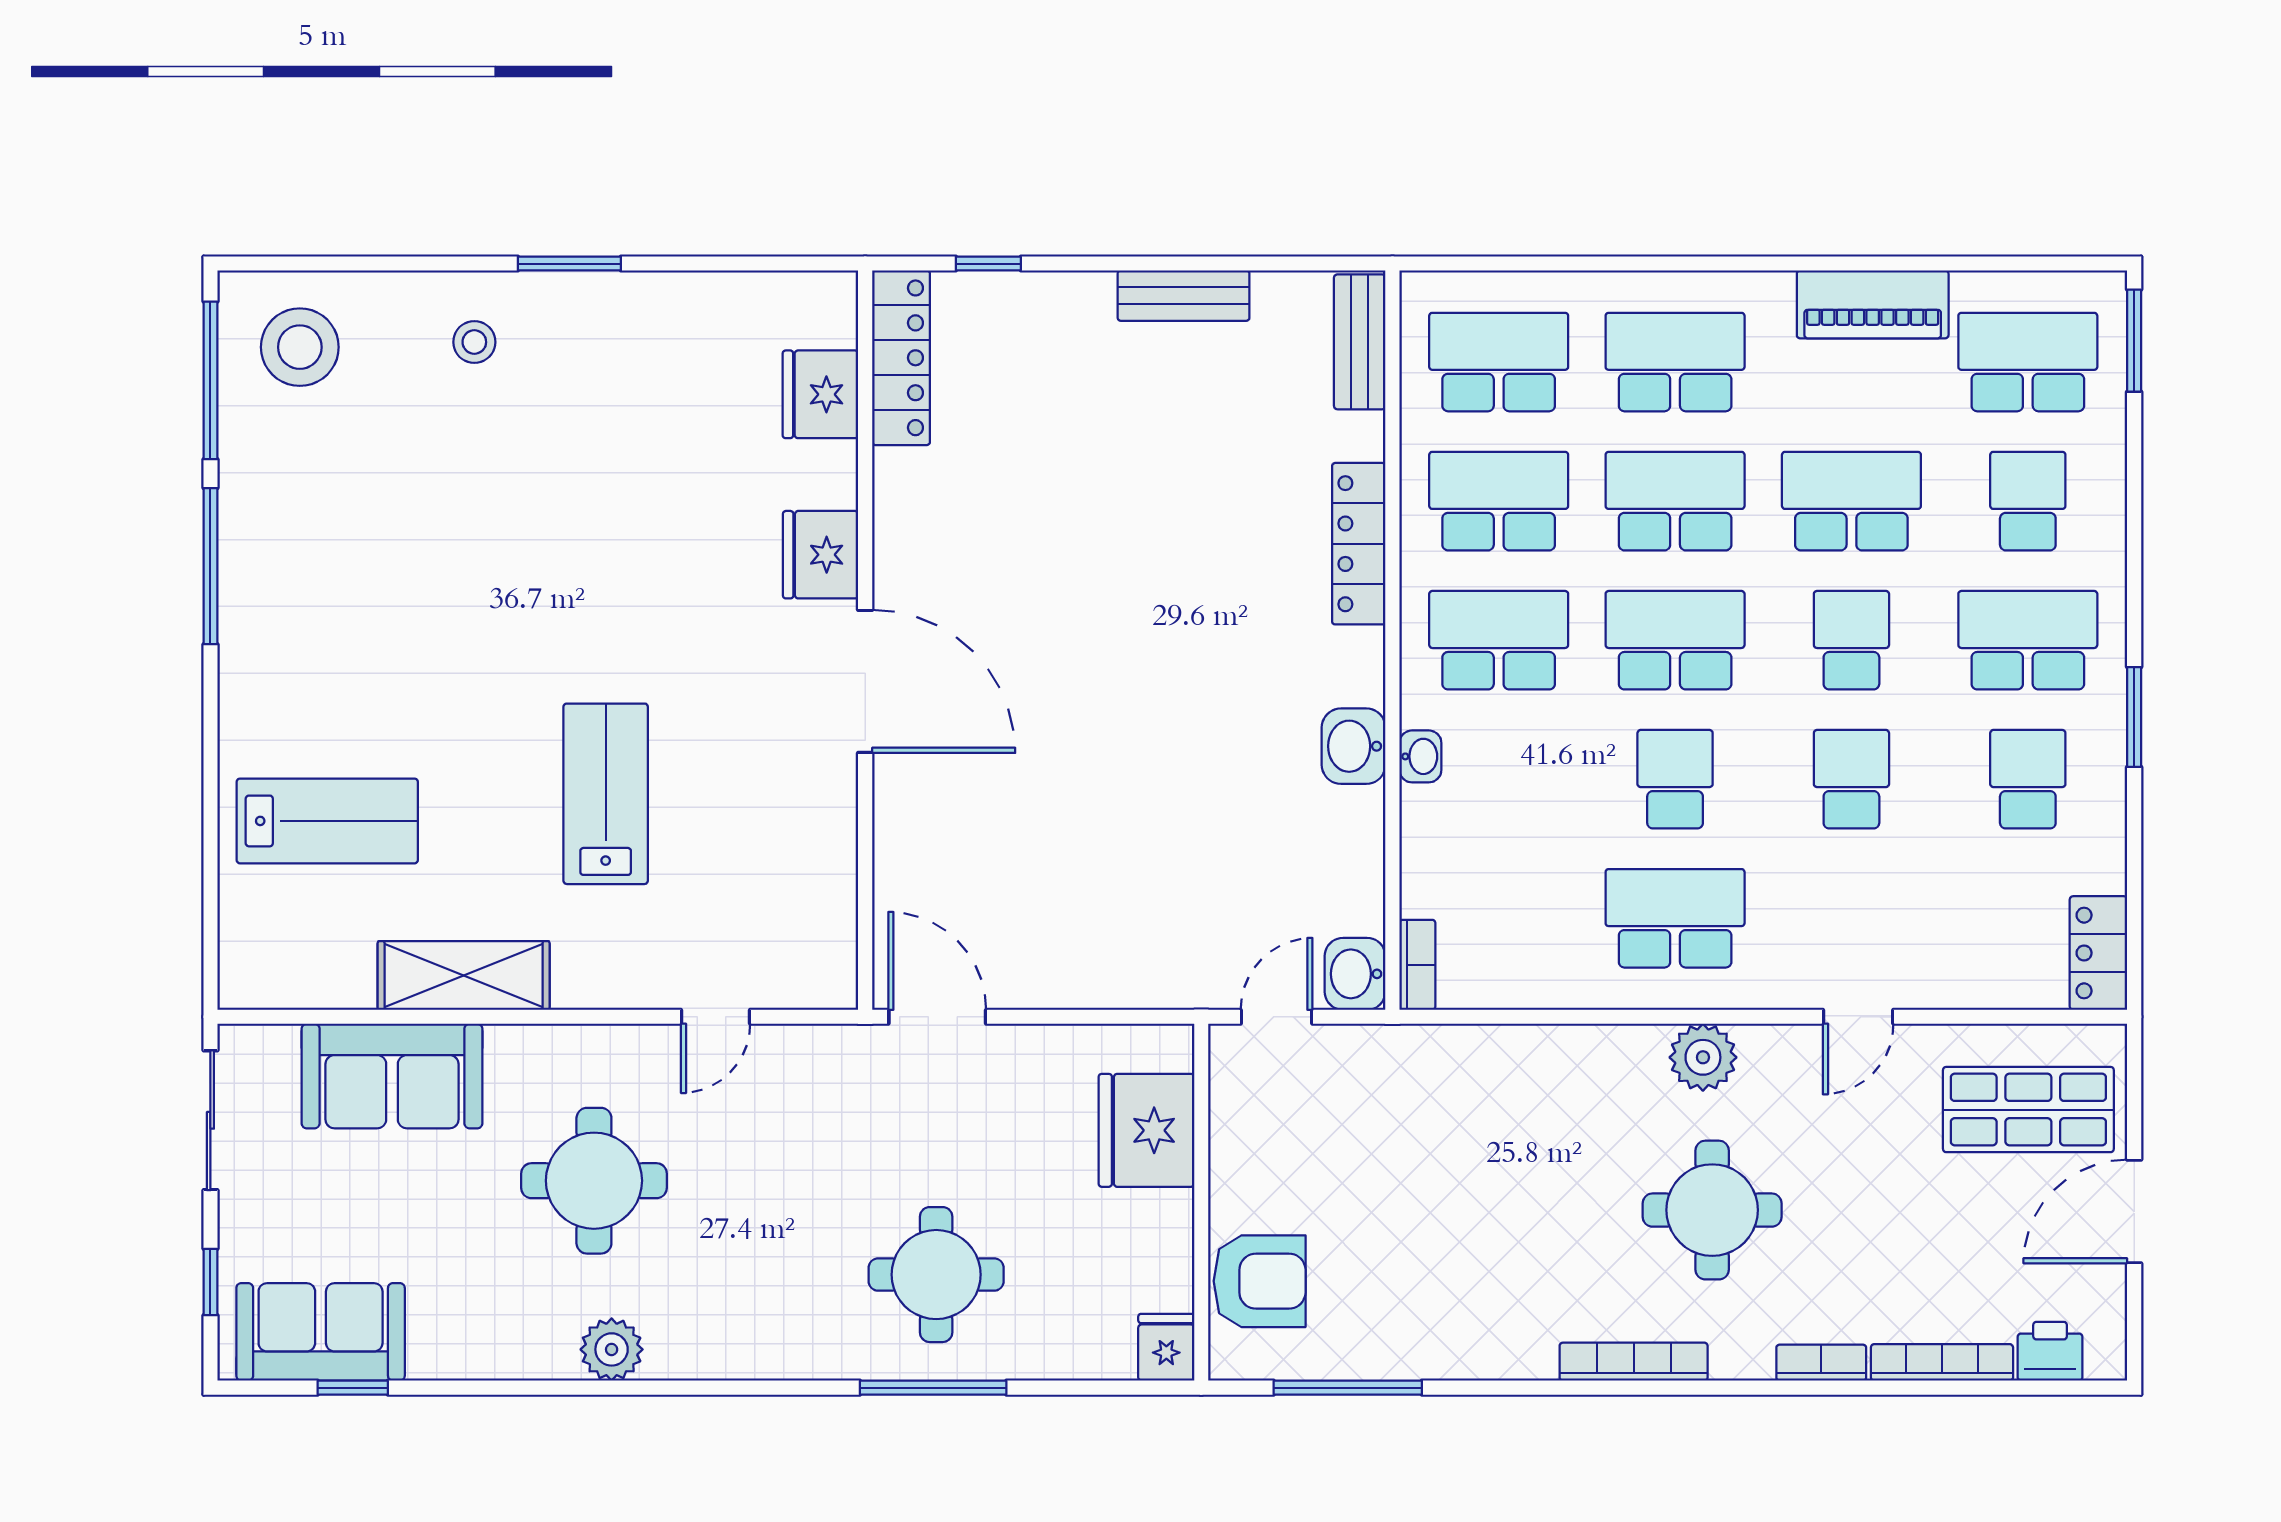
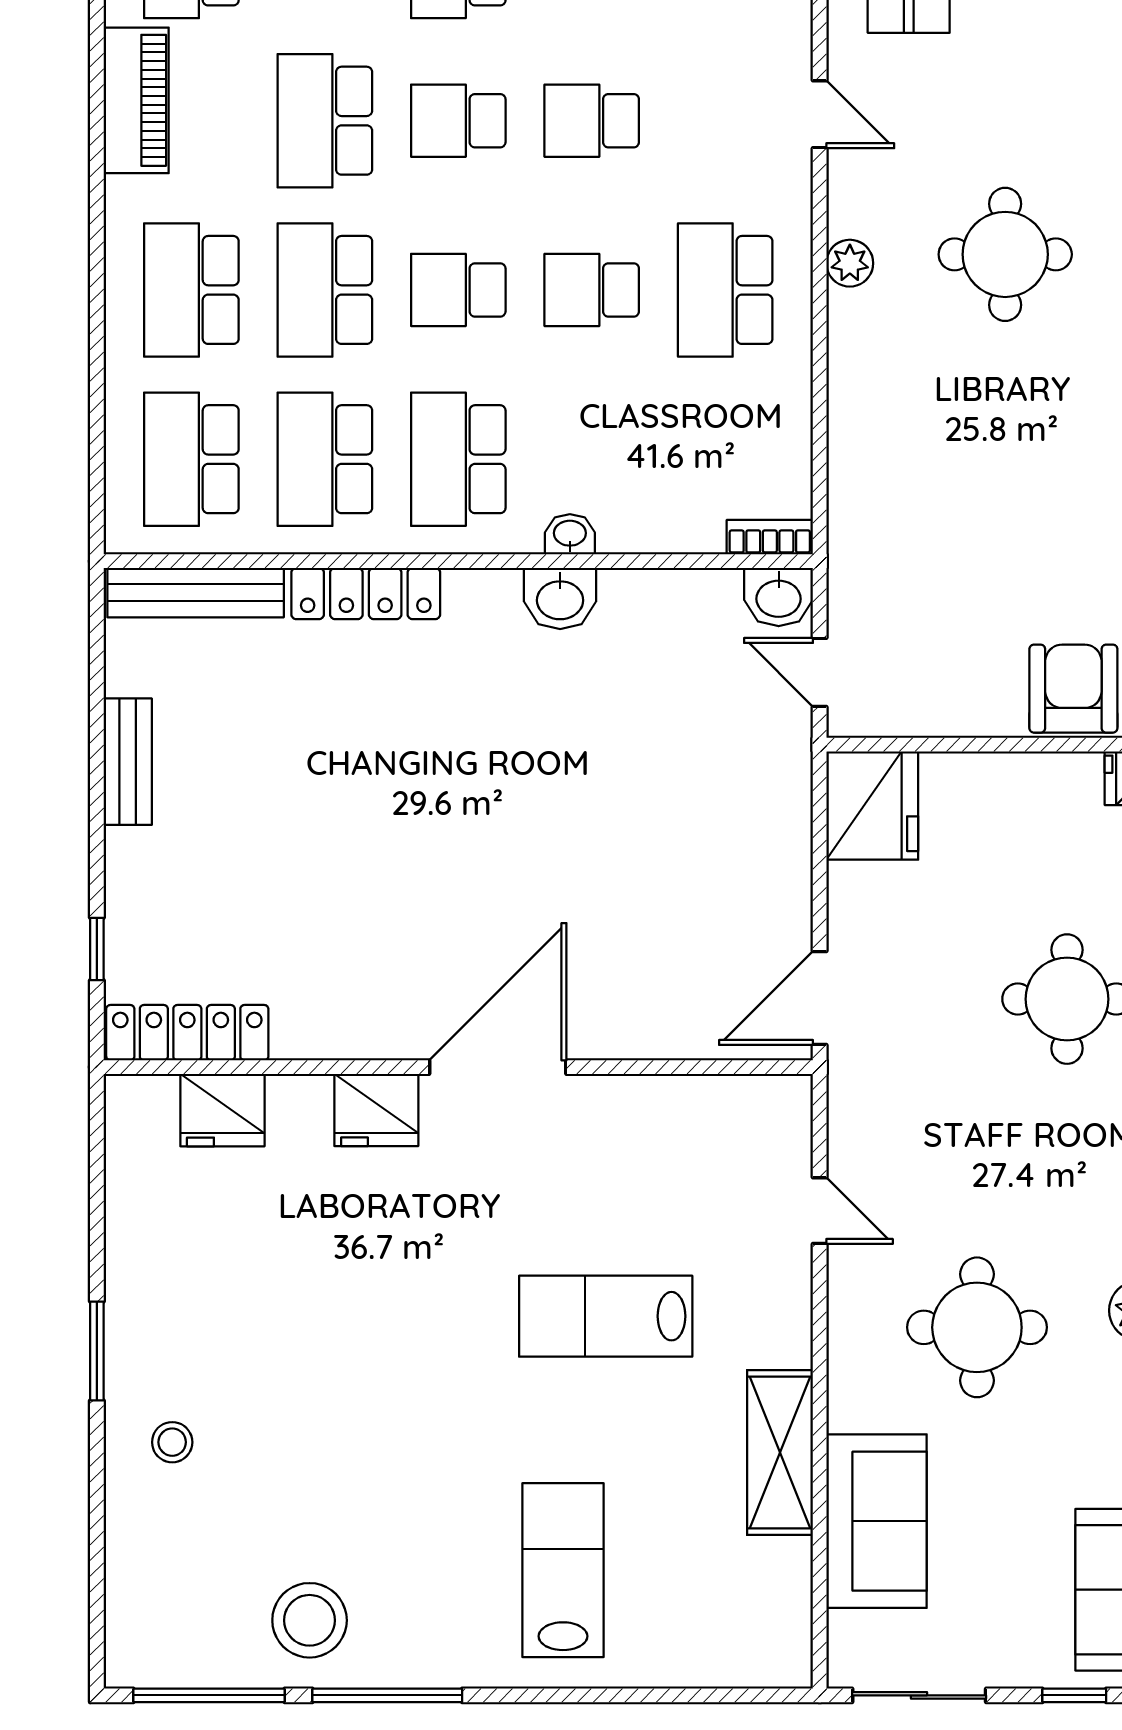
bench: (1360, 342) -> (196, 593), width x1.36
stool: (300, 347) -> (310, 1620), moved
school desk: (1675, 640) -> (458, 290), width x0.54
lab bench: (327, 821) -> (563, 1570), moved
plant: (1703, 1057) -> (850, 263), width x0.73, depth x0.73
fridge: (1146, 1130) -> (872, 806), moved, turned -90

